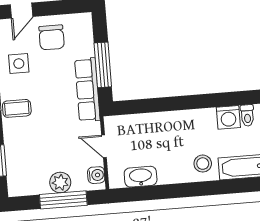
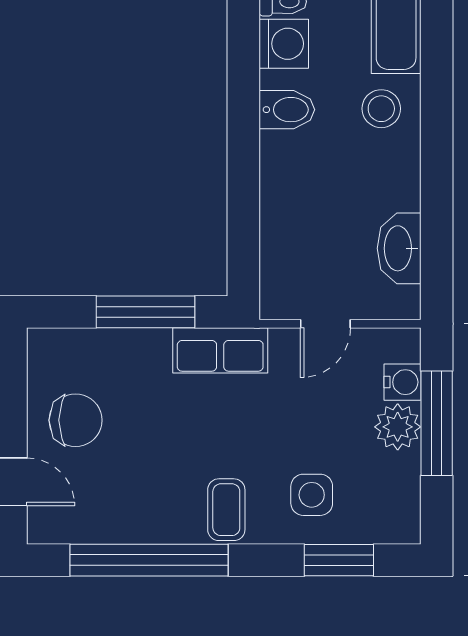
side table: (19, 64) -> (312, 495), moved
row of seats: (87, 90) -> (220, 350), width x0.68
bidet: (199, 121) -> (287, 110), added
water cooler: (96, 175) -> (402, 382), moved, turned 90

